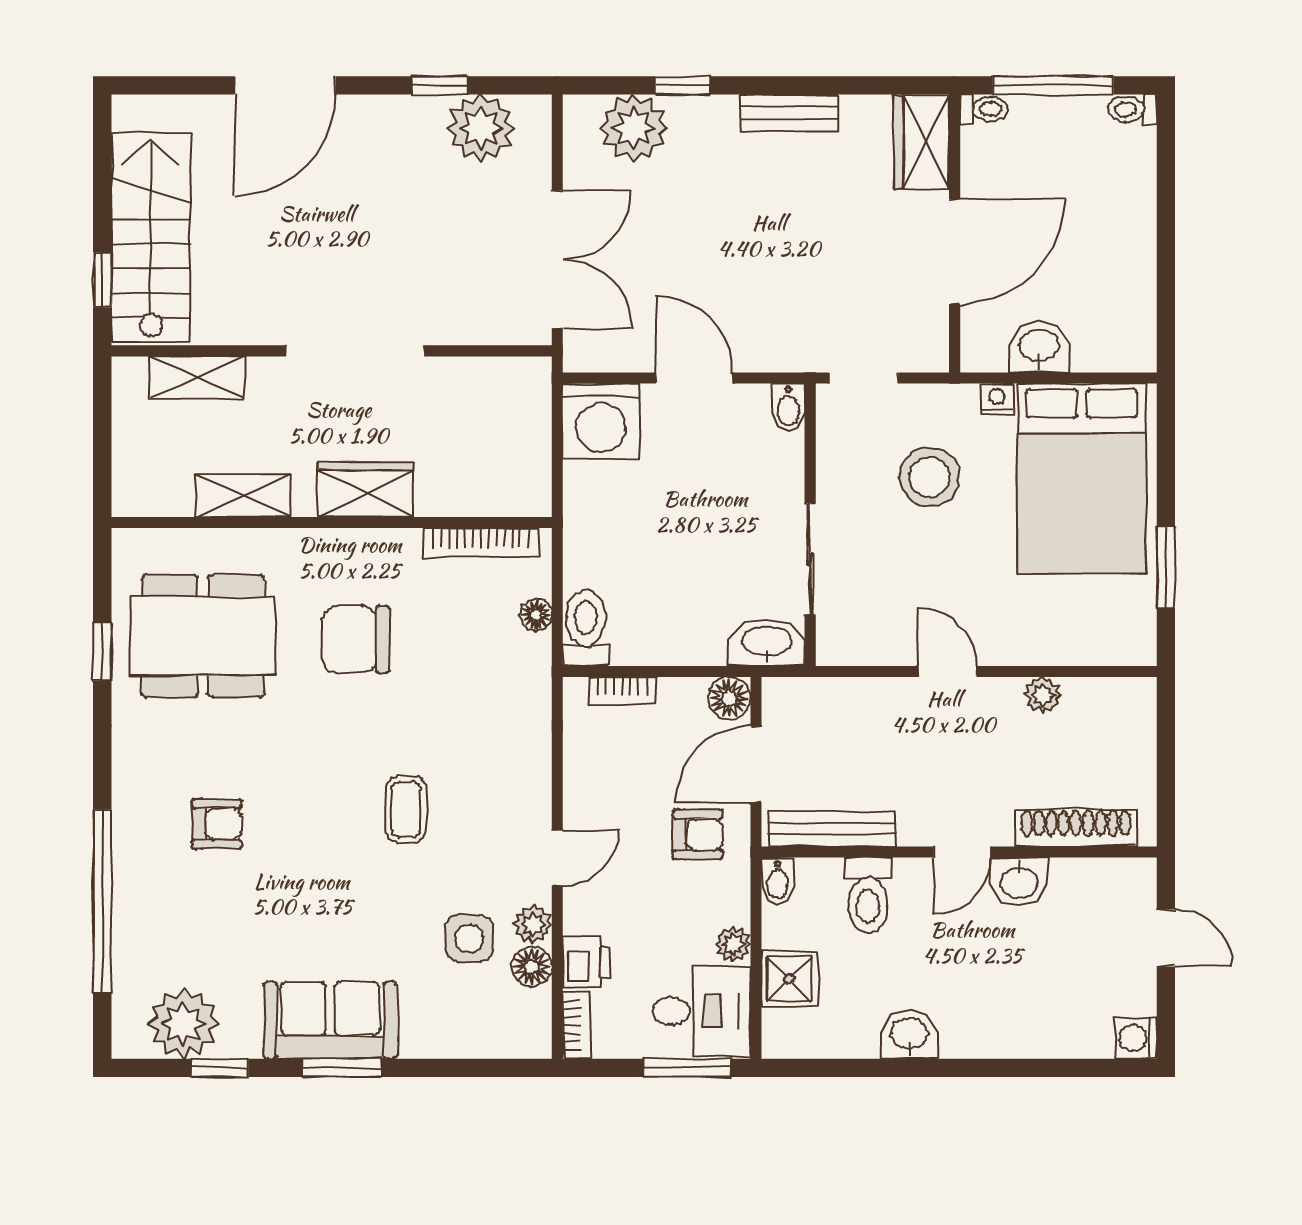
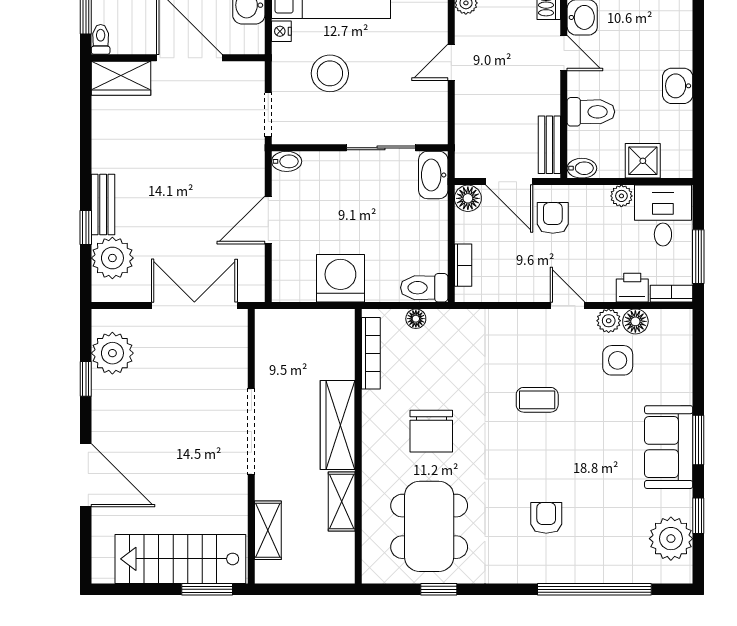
bench: (790, 113) -> (103, 204), moved
window: (102, 280) -> (207, 589), width x1.50
washing machine: (601, 422) -> (340, 278), moved, turned -90
wardrobe: (365, 489) -> (338, 425), width x1.50
bench: (832, 829) -> (549, 145), width x0.73
window: (687, 1068) -> (698, 257), moved

